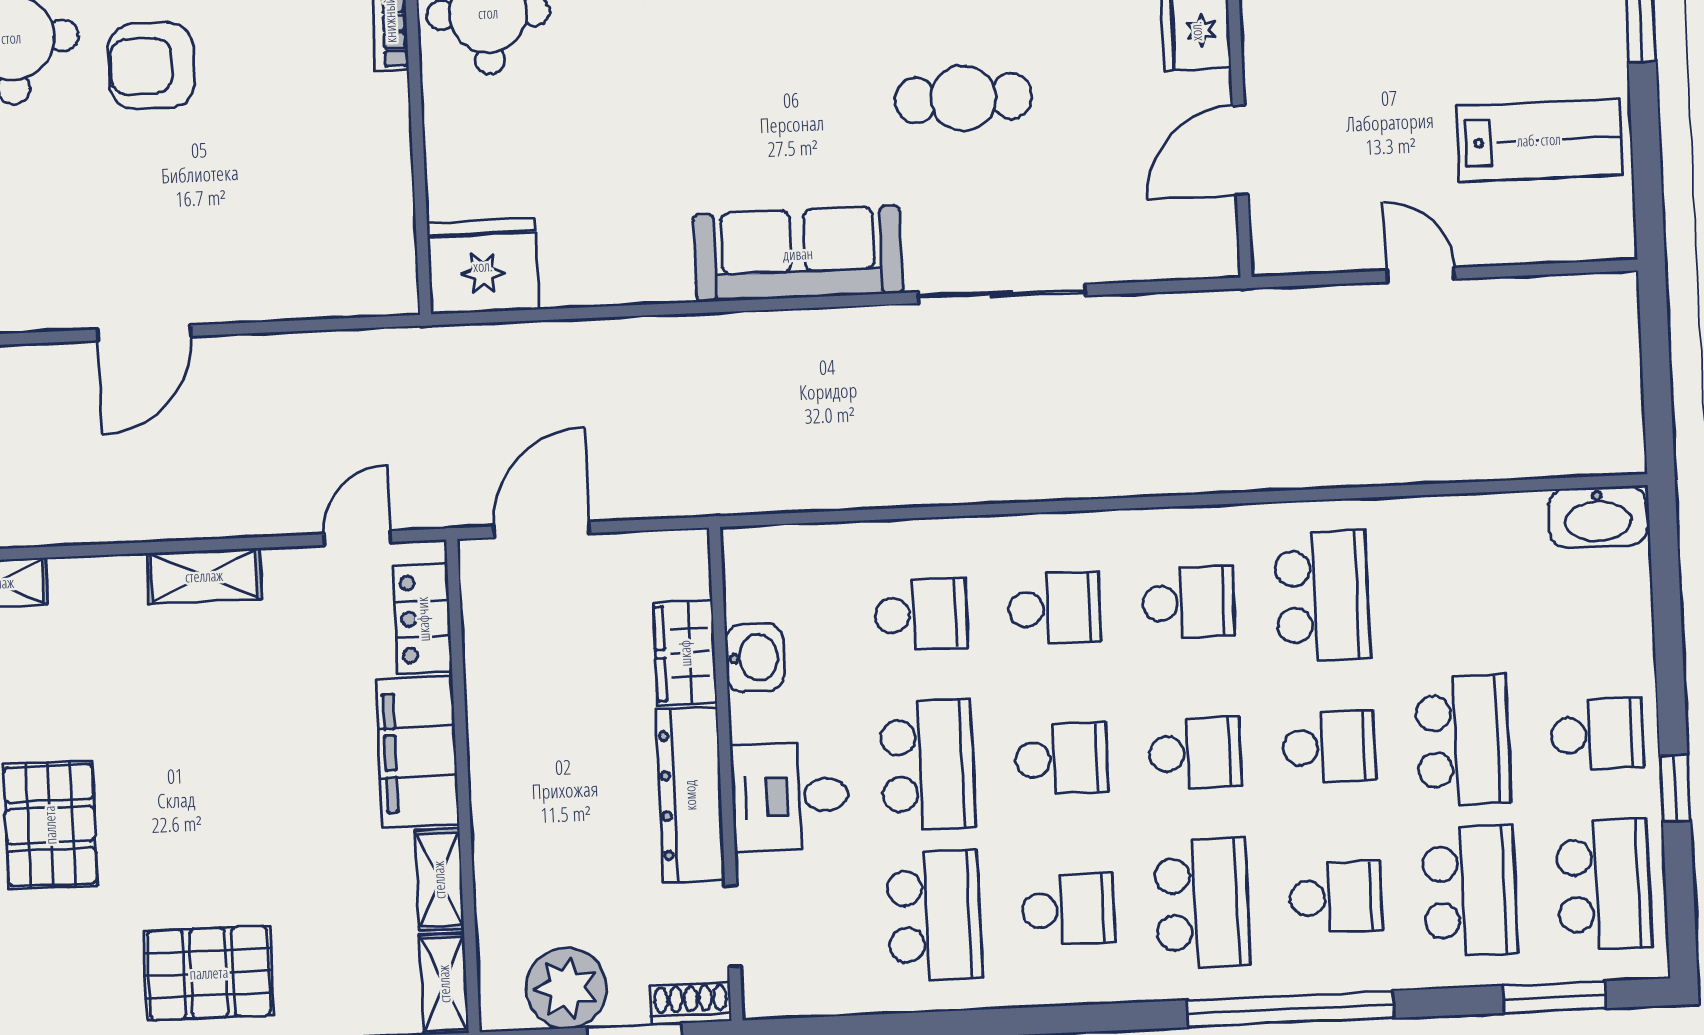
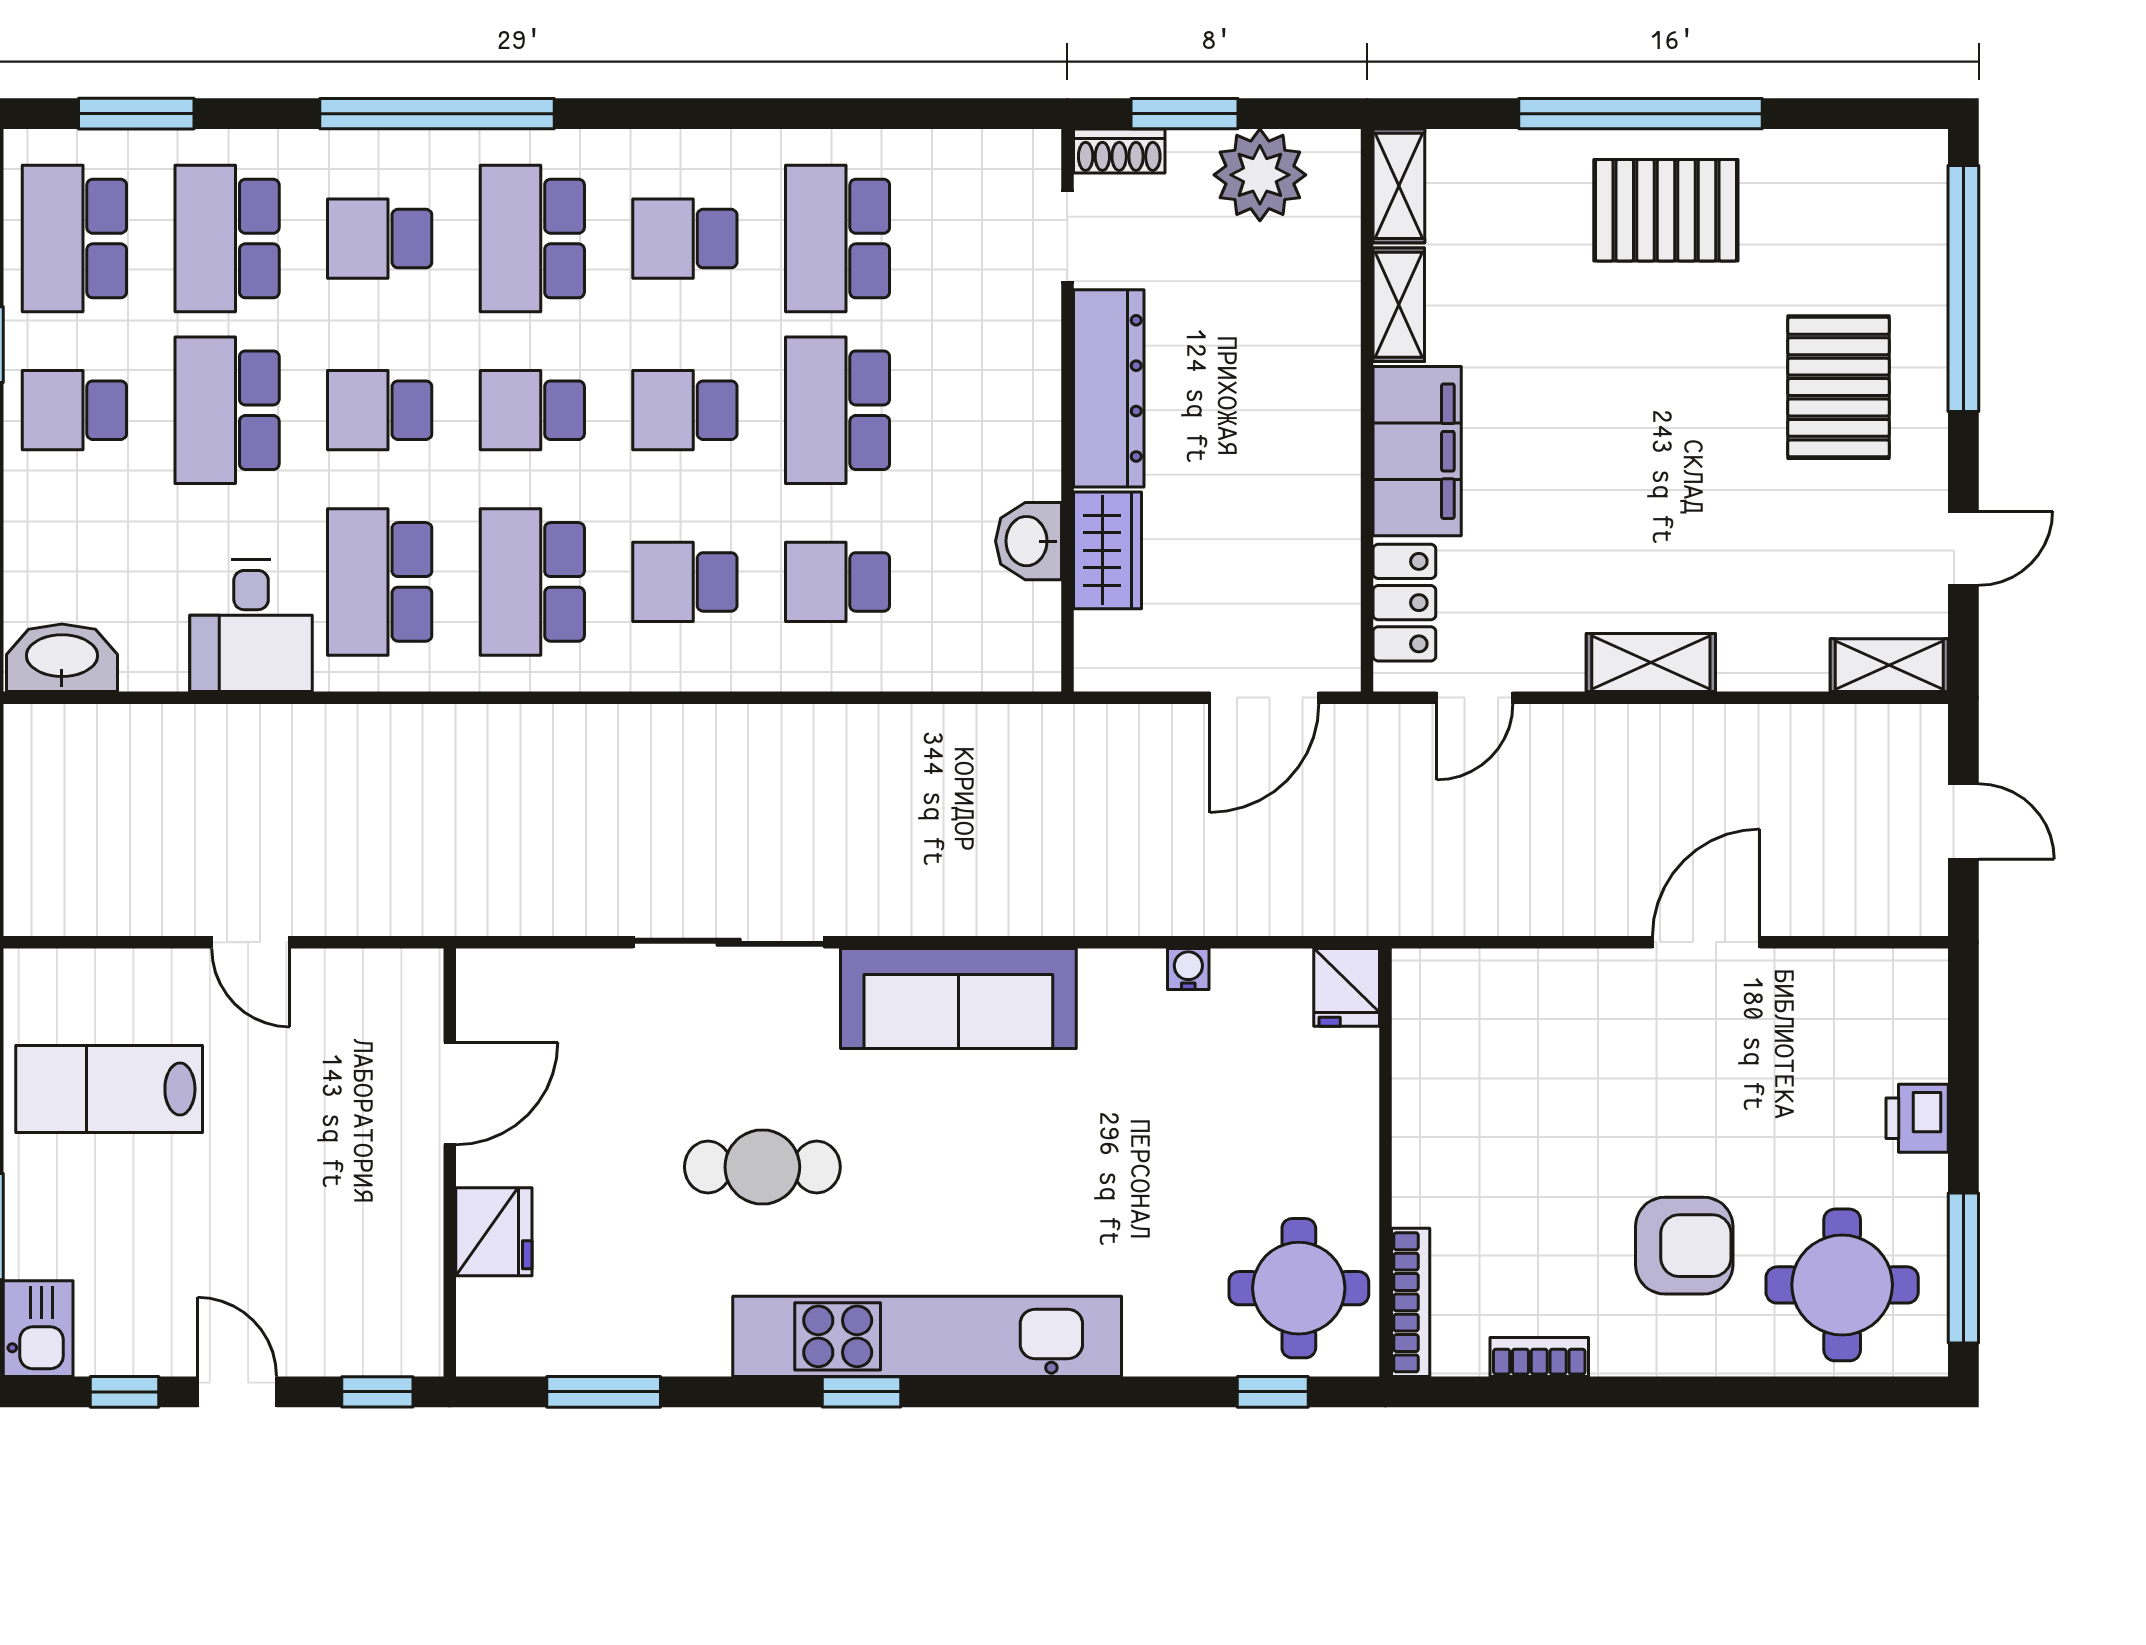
fridge: (483, 266) -> (1347, 987), width x0.53, depth x0.75
water cooler: (597, 289) -> (1188, 969), added
school desk: (1188, 602) -> (532, 582), width x1.85
desk: (790, 796) -> (251, 626), moved, turned 90

